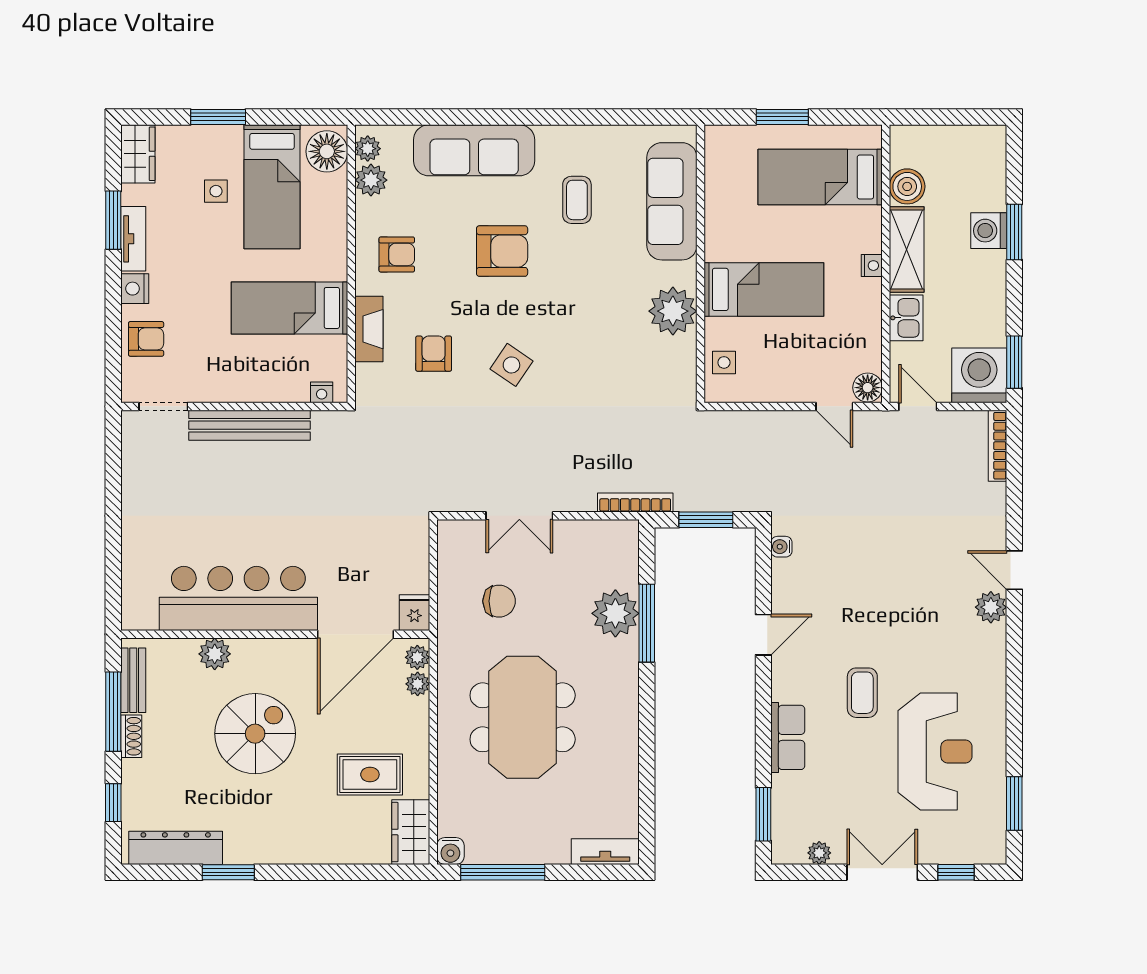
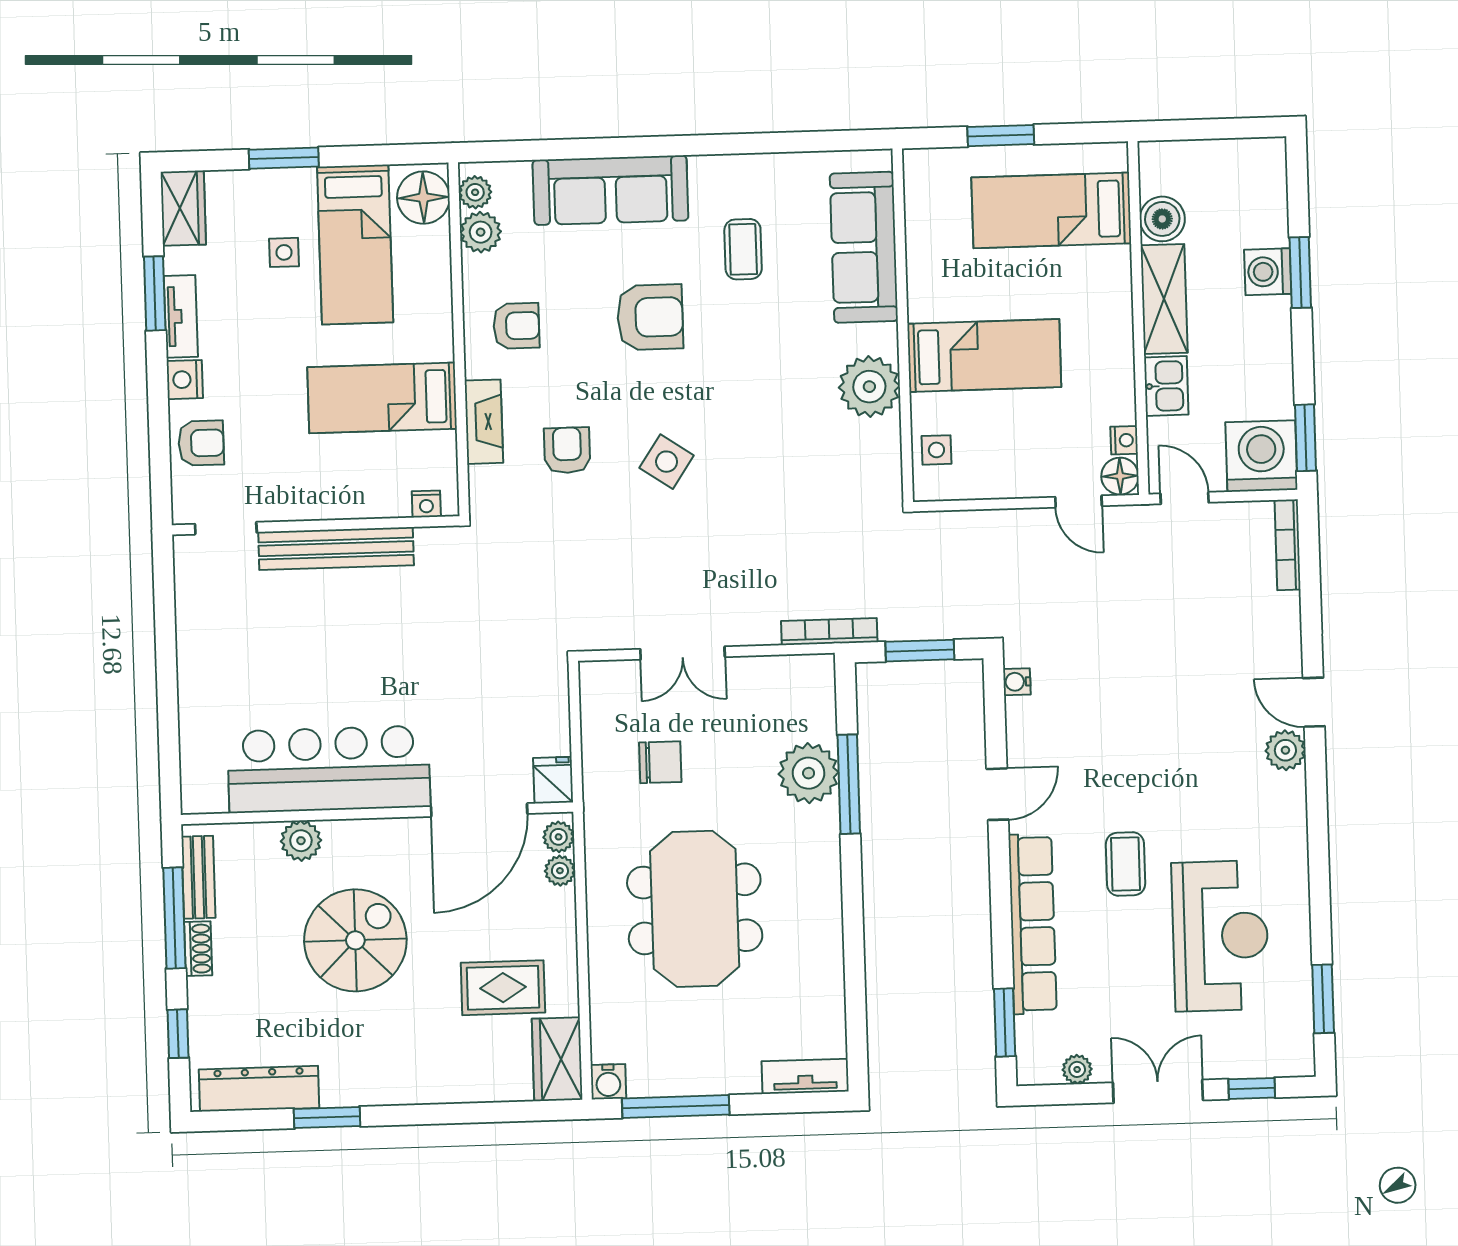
nightstand: (872, 266) -> (1124, 440), moved
row of seats: (788, 737) -> (1033, 924), width x2.02

